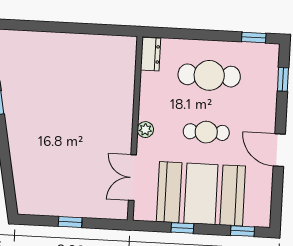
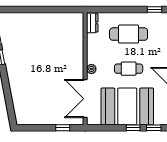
double door: (132, 178) -> (85, 99), width x1.37
window: (70, 222) -> (63, 128), moved
window: (182, 228) -> (133, 128), moved

